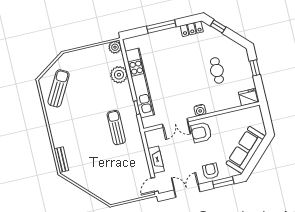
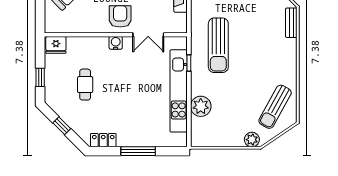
window: (218, 26) -> (62, 126), moved
plant: (115, 47) -> (252, 140), moved
double door: (175, 123) -> (148, 35), swing flipped
sun lounger: (116, 128) -> (218, 45), width x1.36, depth x1.34
armchair: (201, 132) -> (120, 16), turned -90

